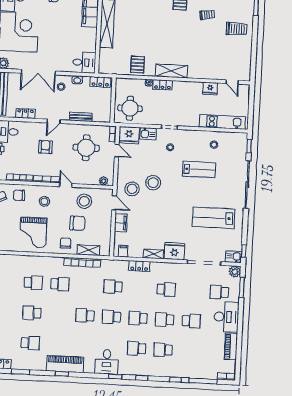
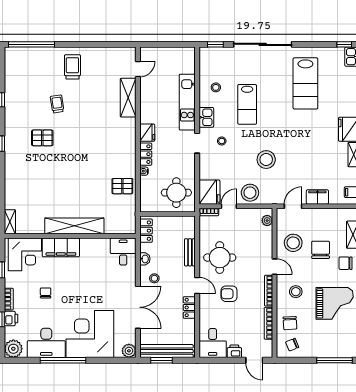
shelving: (171, 71) -> (128, 98), moved
fridge: (210, 89) -> (147, 133), moved
locker: (25, 114) -> (189, 307), moved
kitchen unit: (222, 122) -> (187, 102), moved
kitchen sink: (148, 134) -> (206, 117), moved
round table: (86, 148) -> (220, 258), moved
lab bench: (199, 169) -> (247, 104), turned 180
door: (66, 185) -> (275, 267), swing flipped
stool: (132, 189) -> (250, 193), moved

